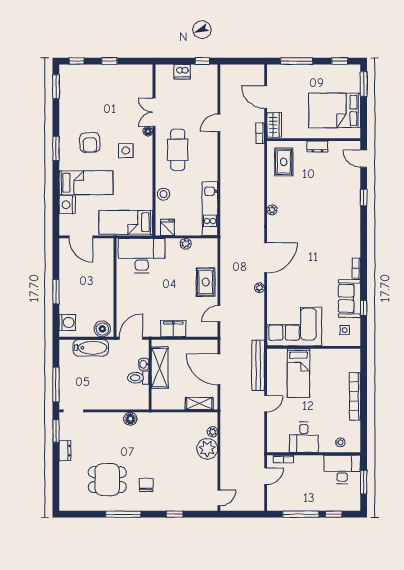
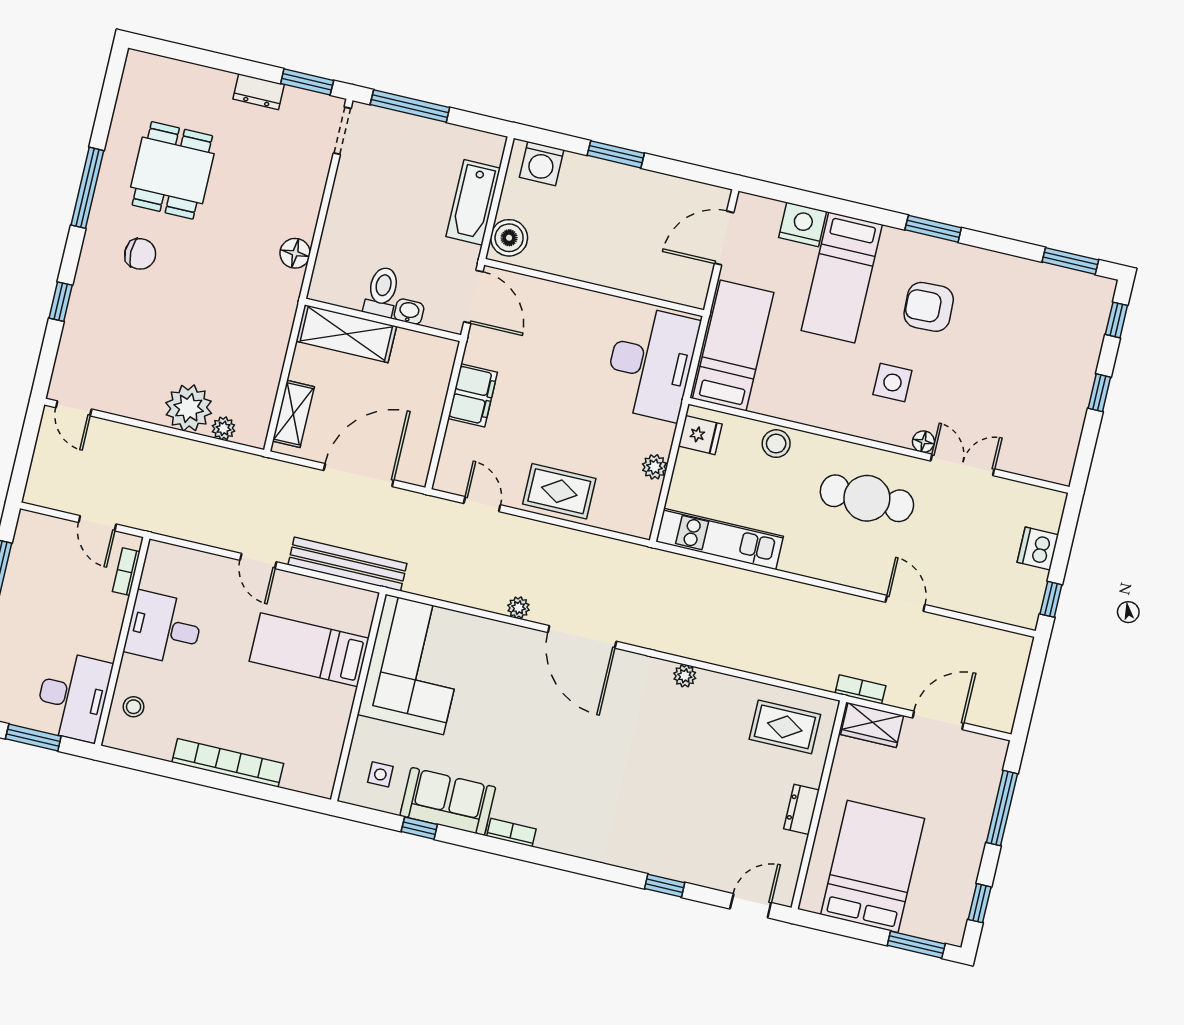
shelving: (160, 368) -> (346, 334), moved

